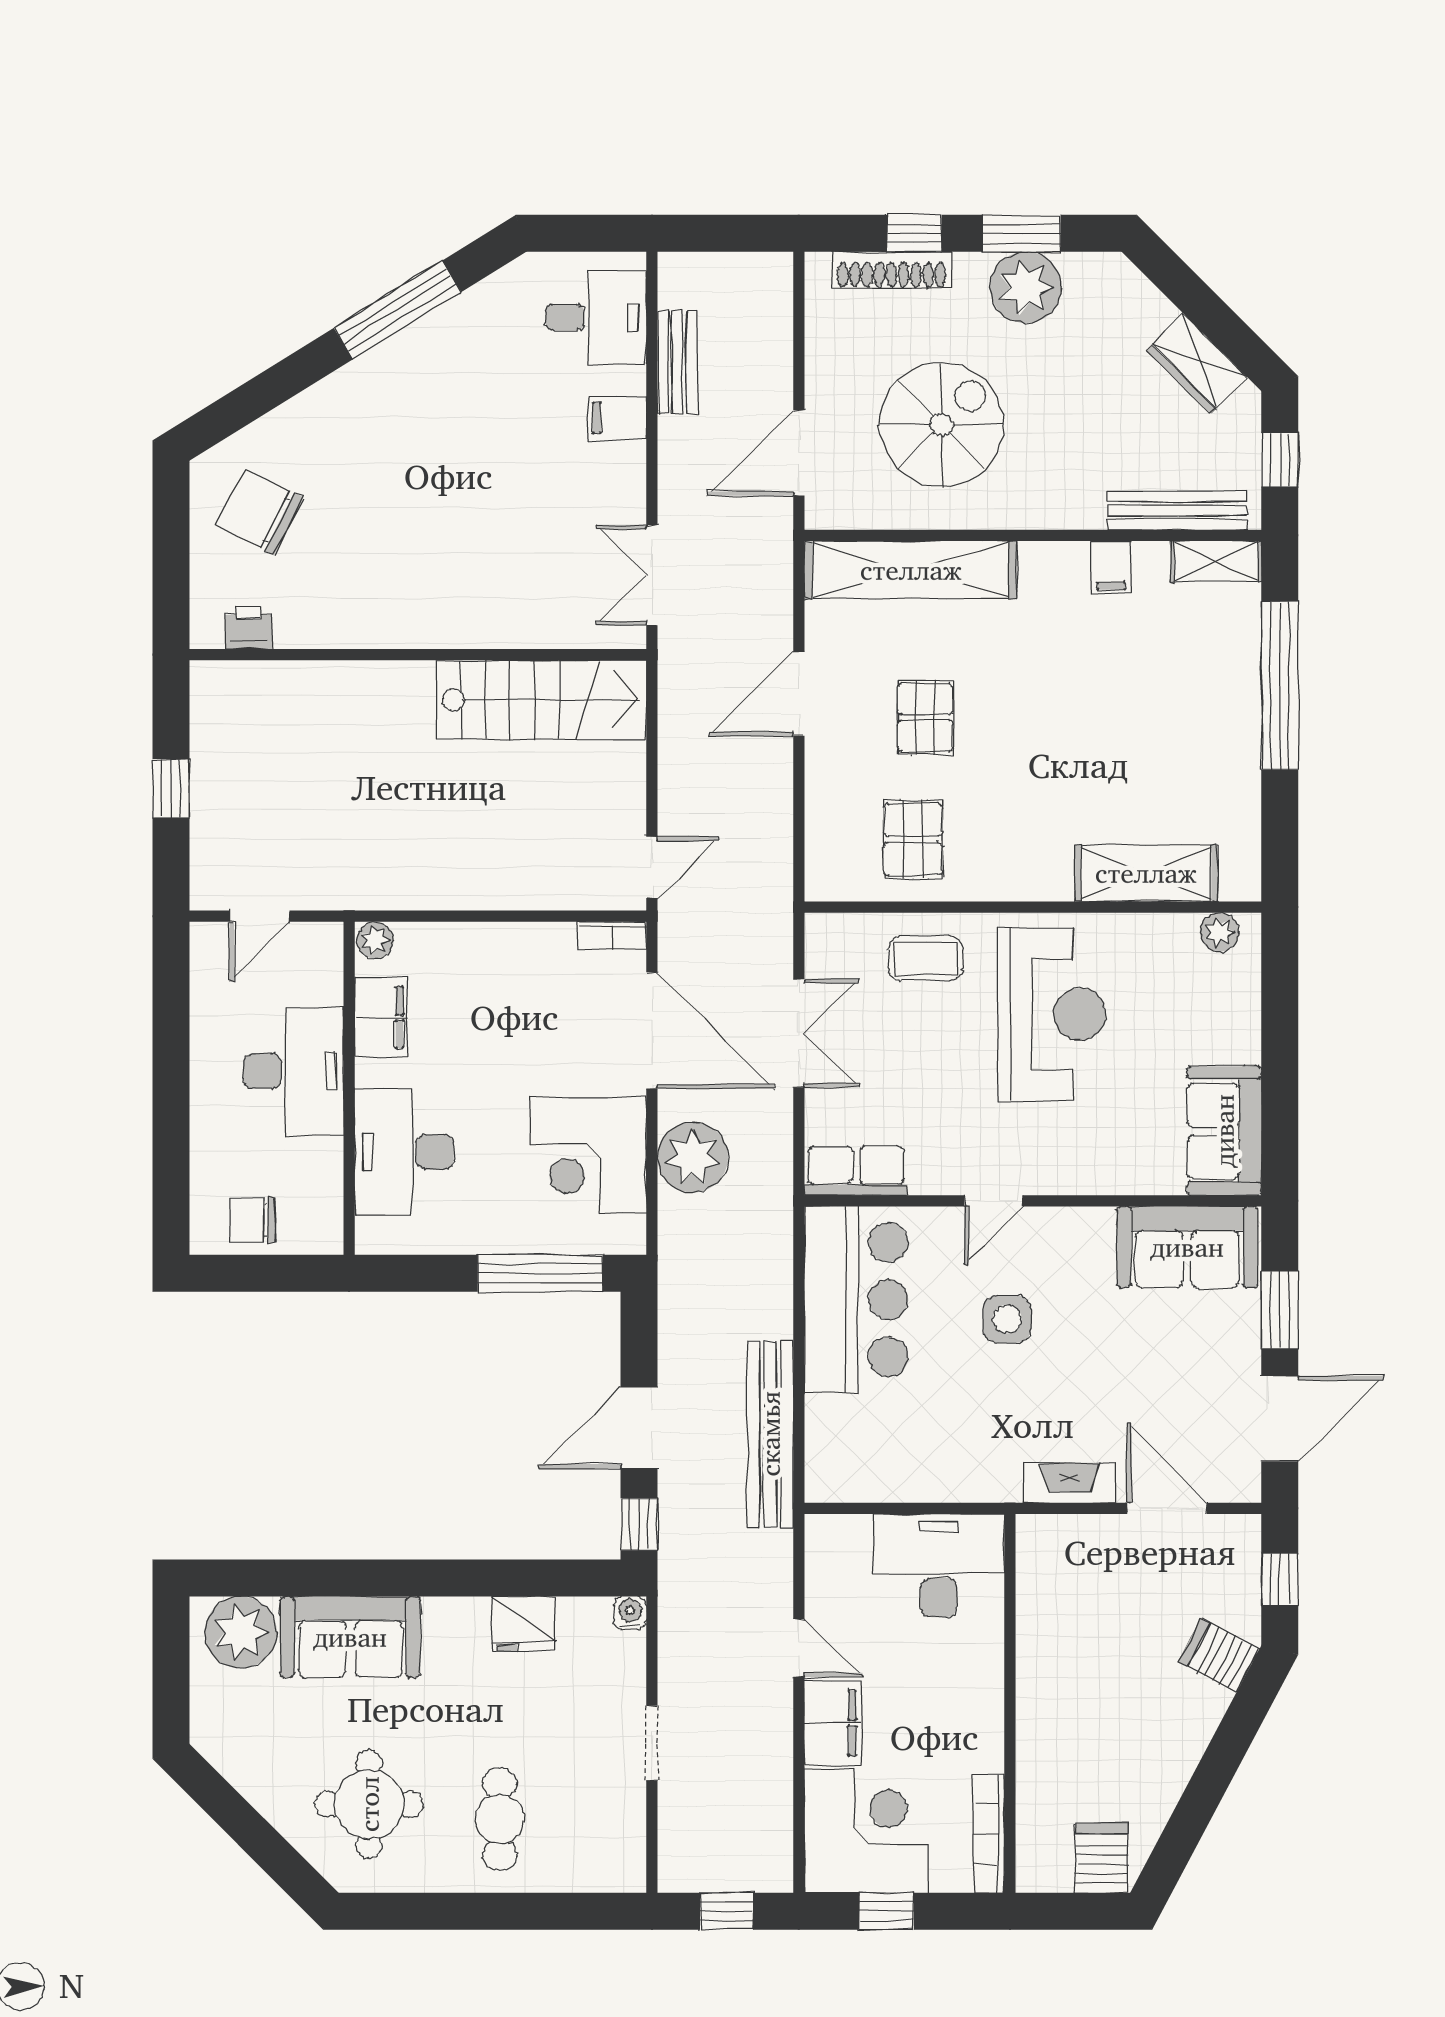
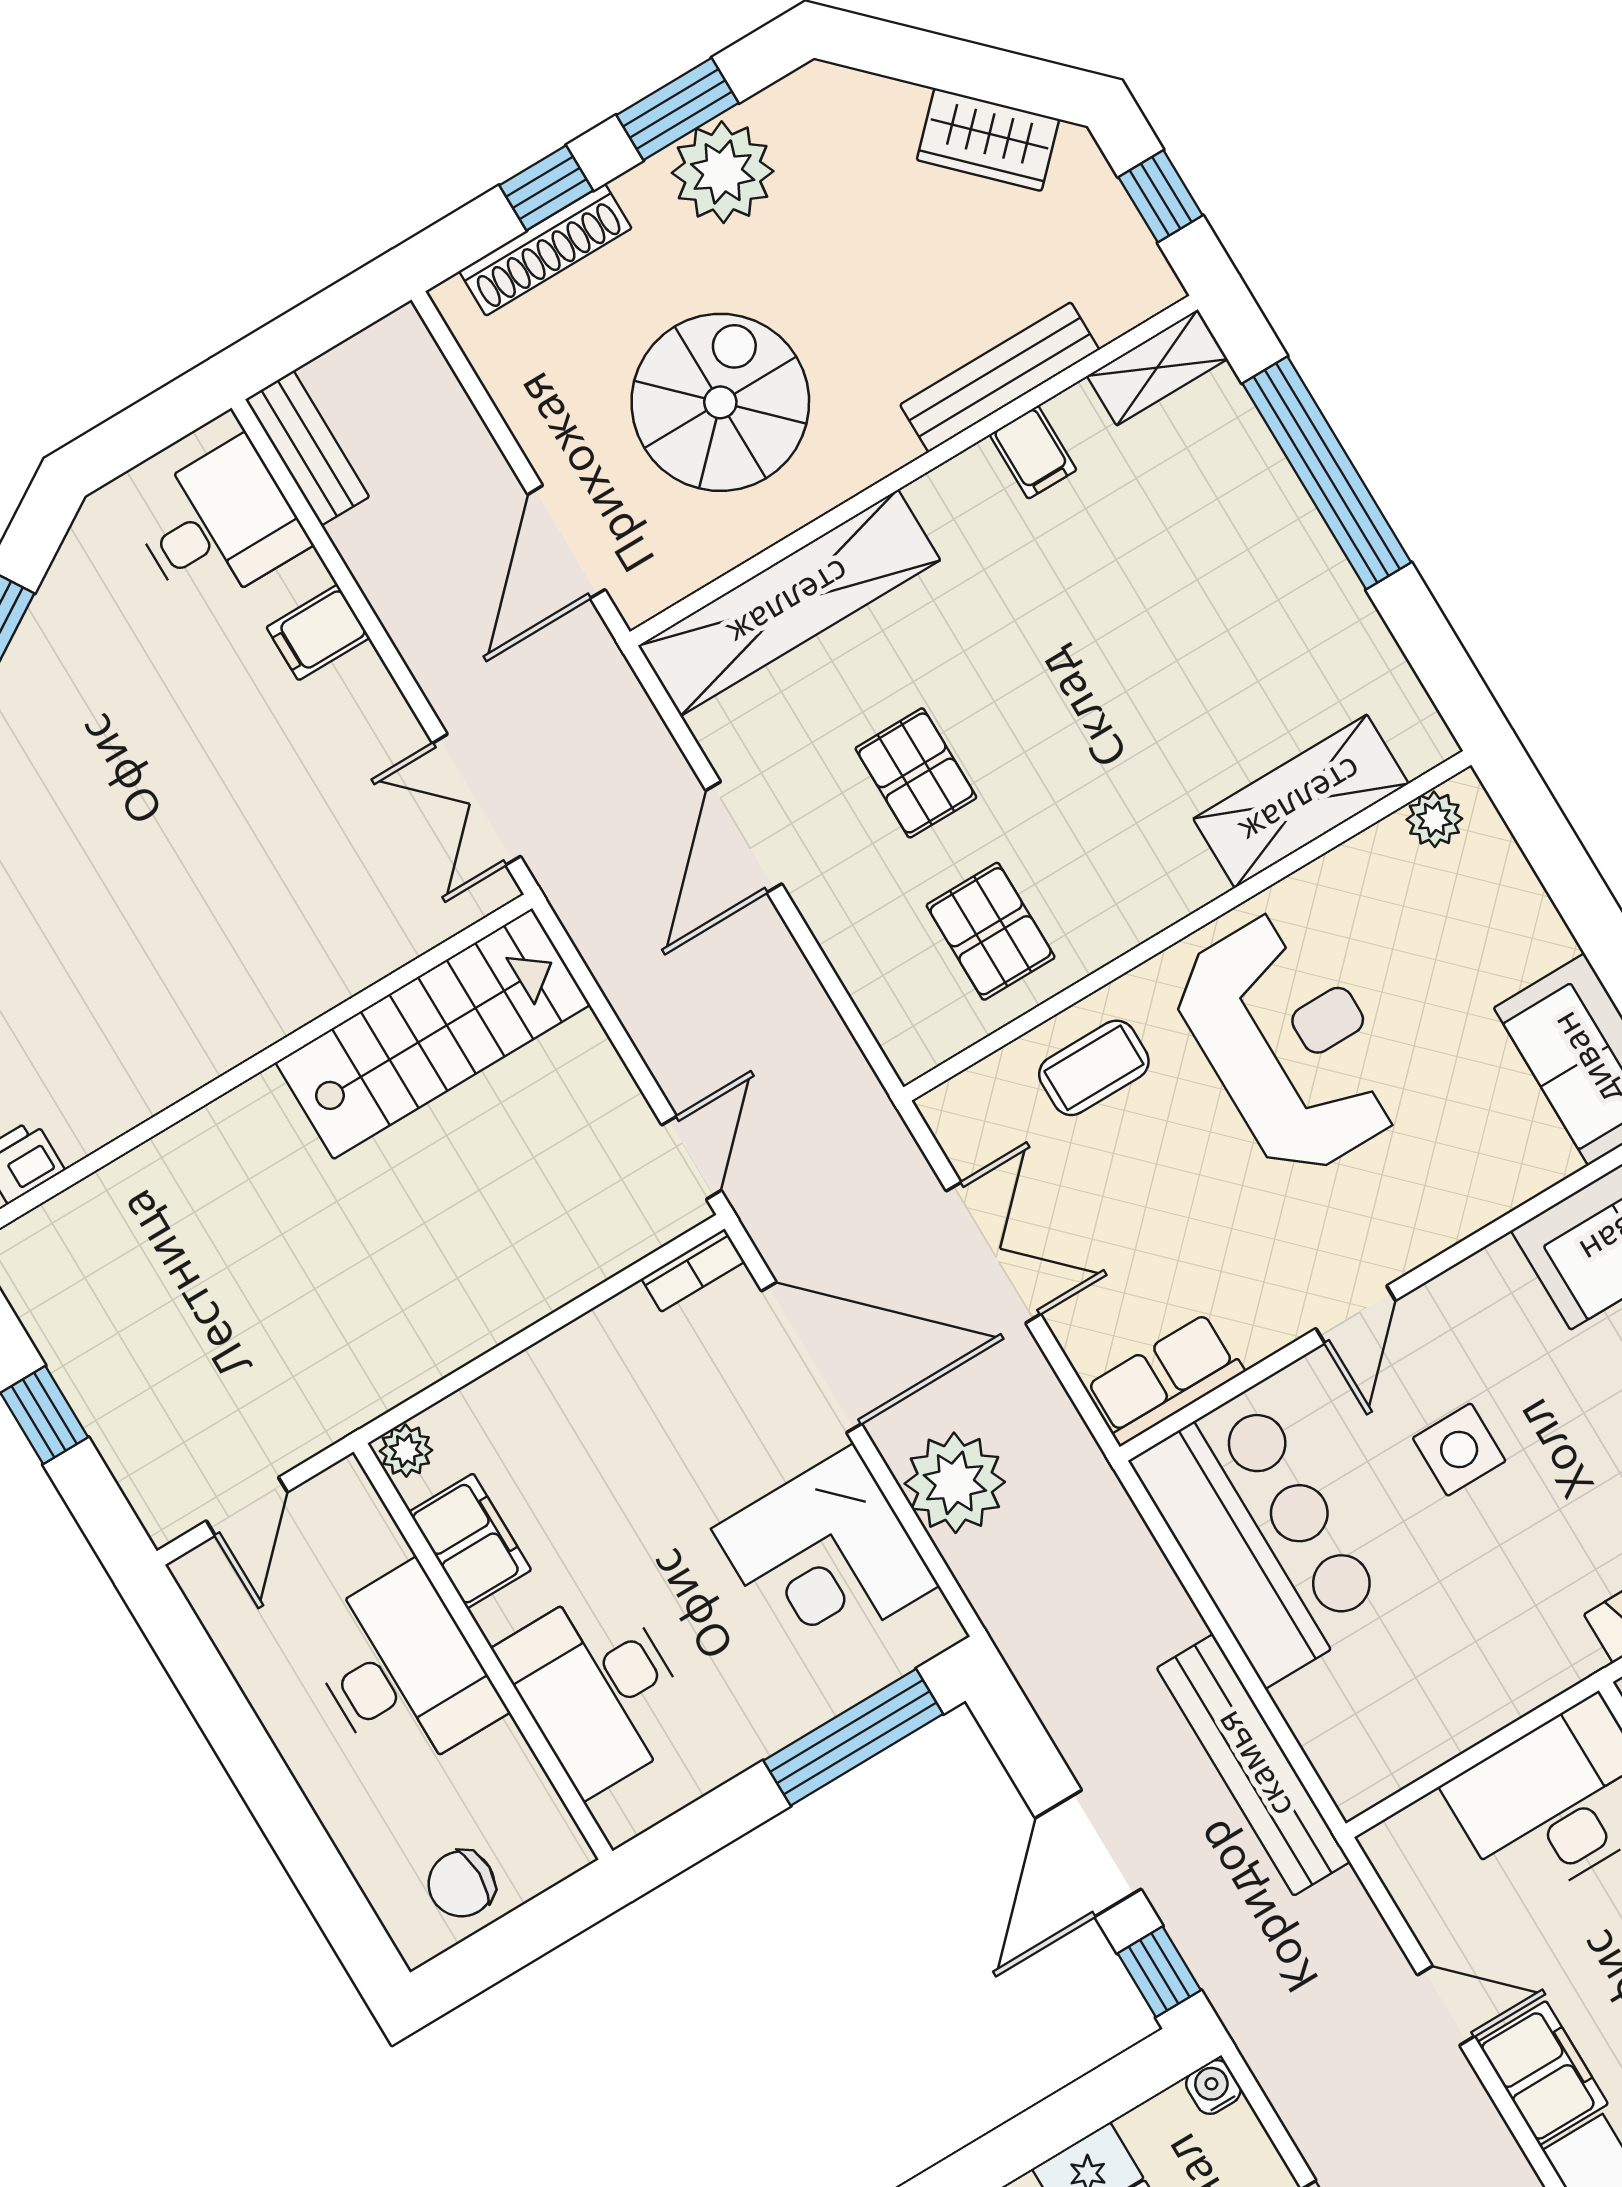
bench: (677, 362) -> (307, 448), moved
bench: (1178, 510) -> (1000, 377), moved

